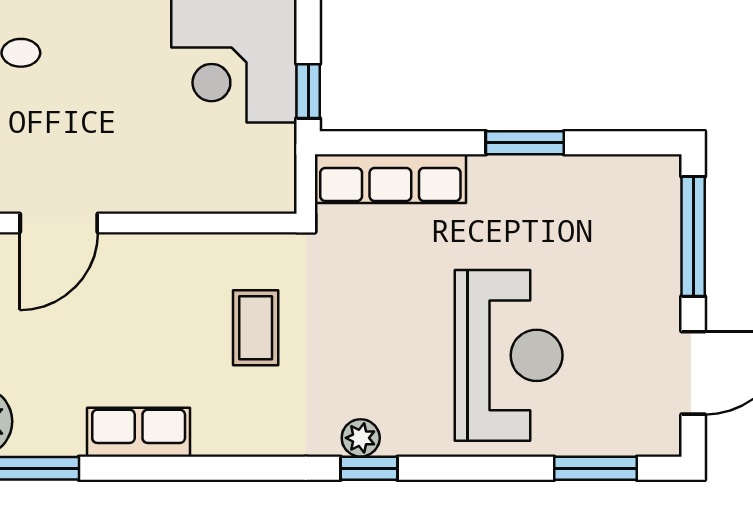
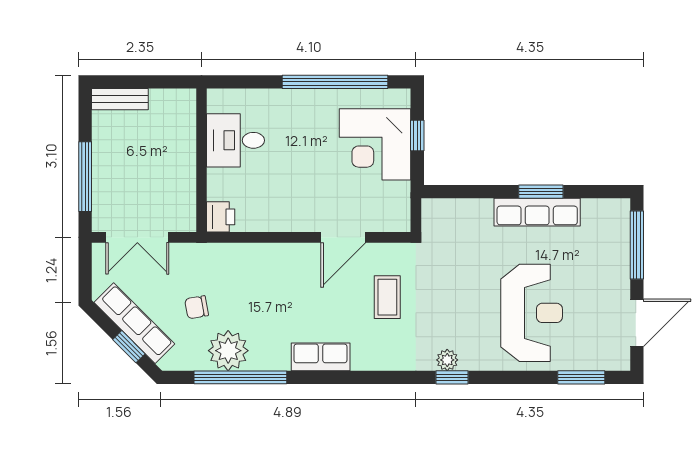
window: (308, 91) -> (417, 136), moved
row of seats: (390, 179) -> (537, 212), moved
door: (59, 223) -> (343, 237), moved

